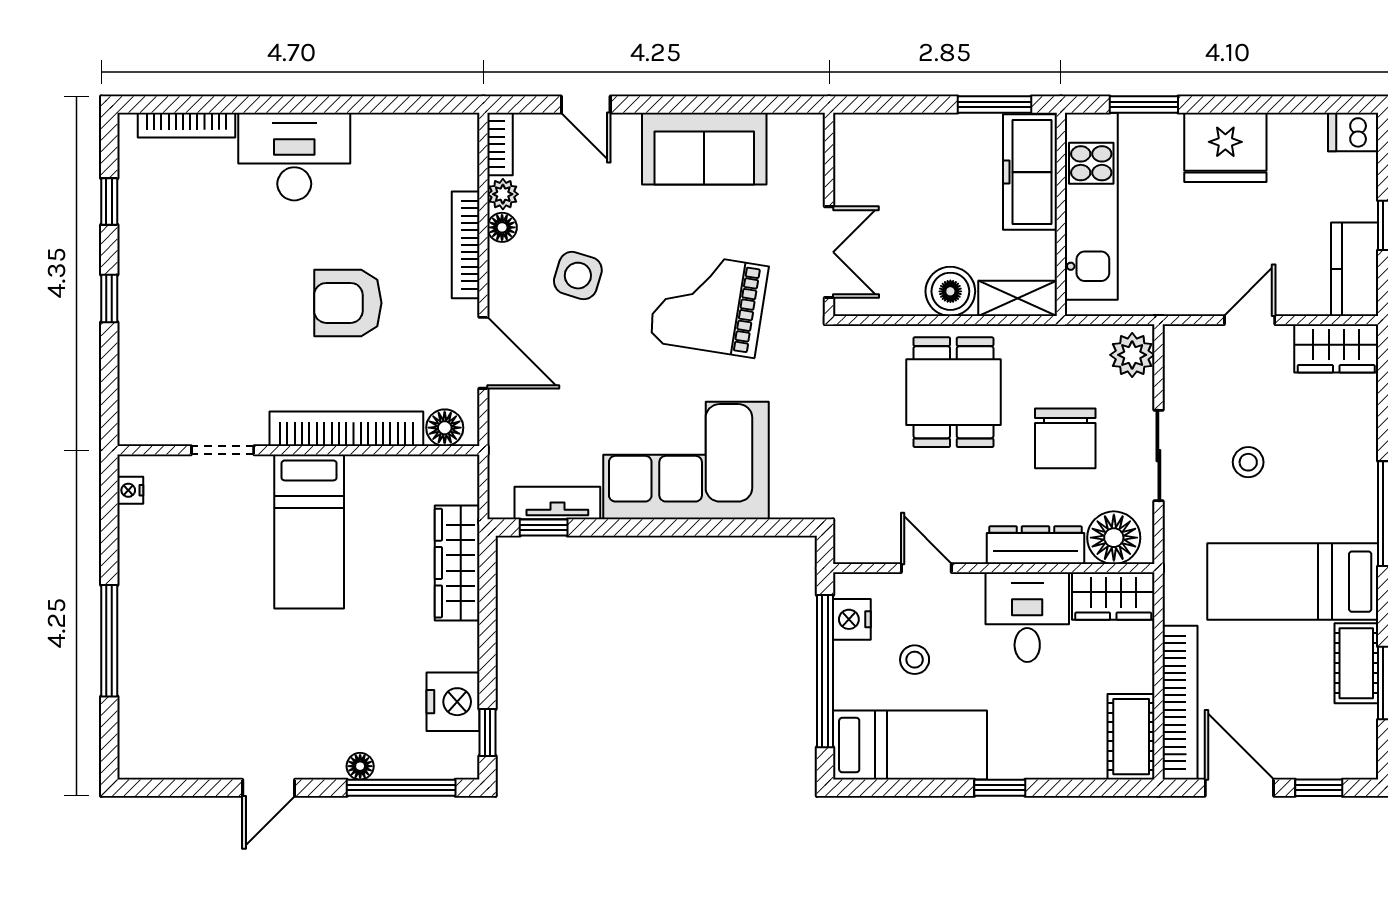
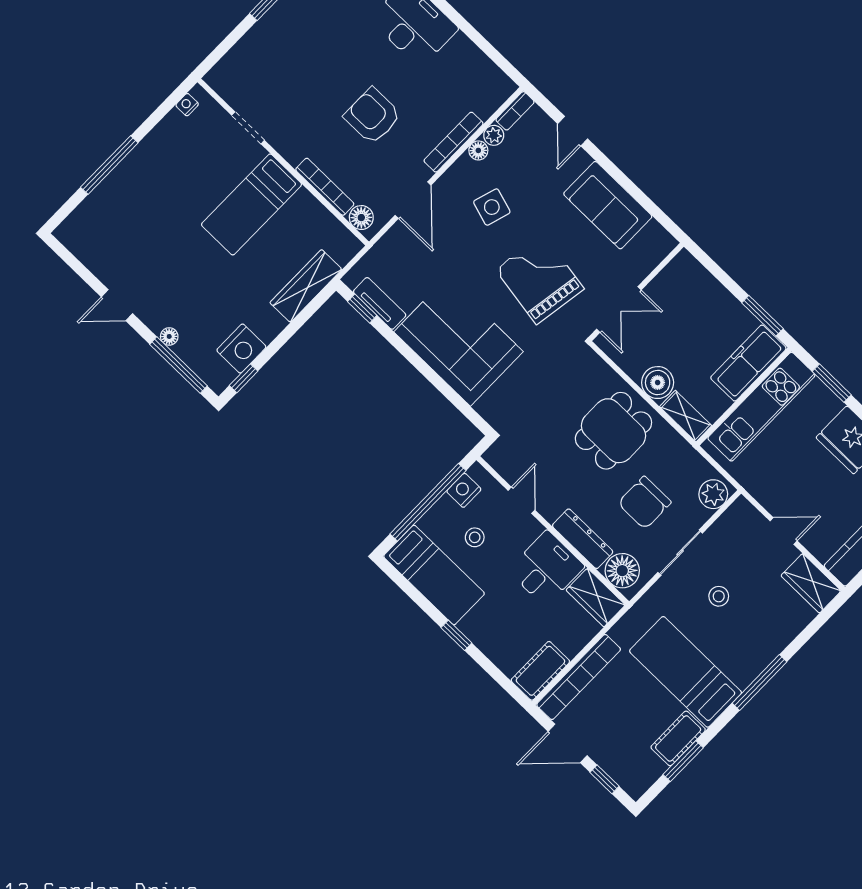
bookcase: (346, 429) -> (325, 187), width x0.68, depth x0.76
door: (1239, 788) -> (568, 743), swing flipped

